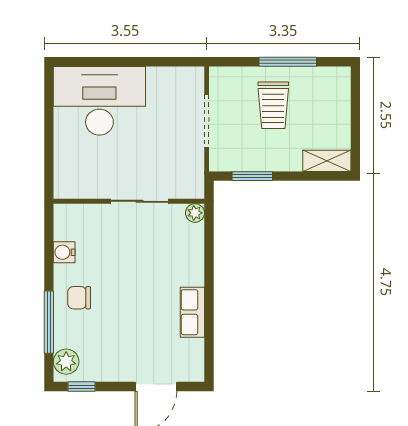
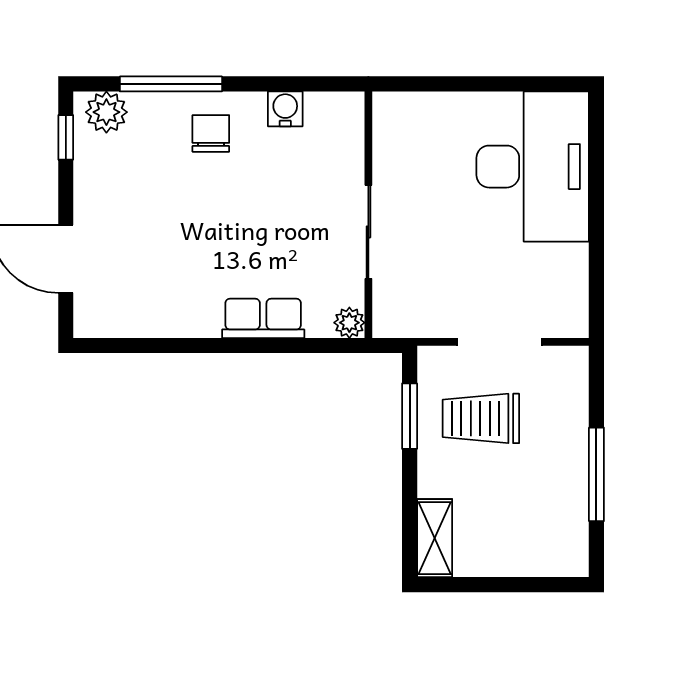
trolley: (273, 105) -> (481, 418), moved
row of seats: (192, 312) -> (263, 318), moved

